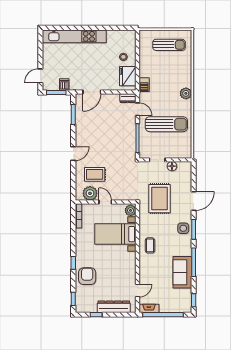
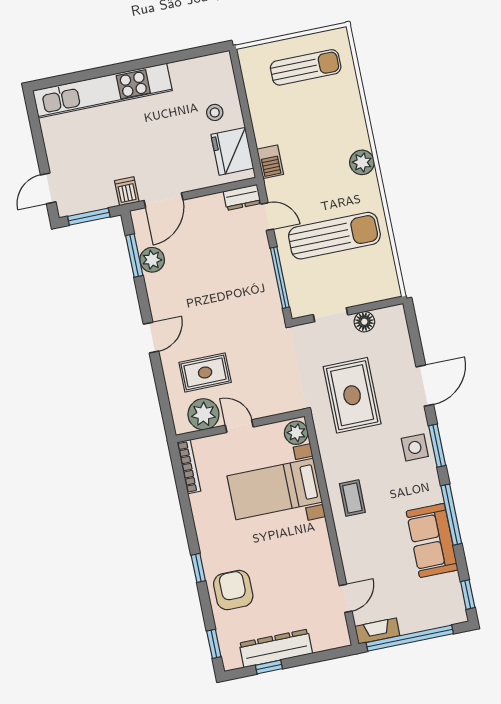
dishwasher: (64, 85) -> (127, 191), moved
plant: (81, 118) -> (152, 260), added
dresser: (114, 307) -> (276, 648), moved

